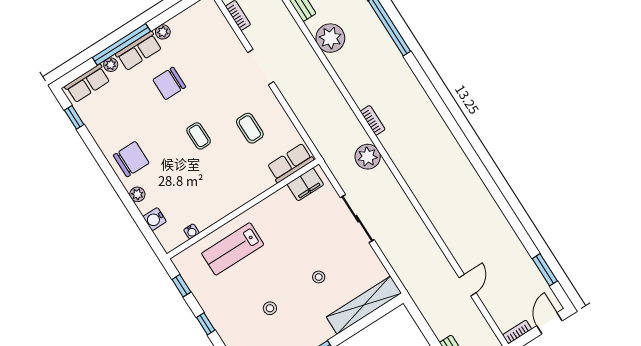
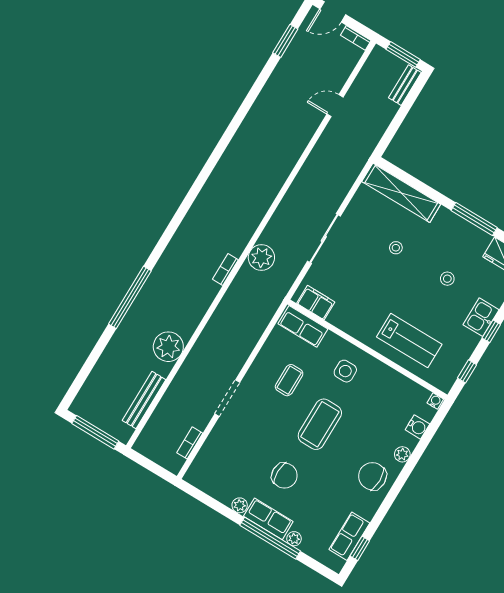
row of seats: (87, 83) -> (349, 536), moved, turned -90
coffee table: (199, 136) -> (320, 424), width x1.86, depth x1.72
side table: (234, 181) -> (345, 371), added
water cooler: (191, 231) -> (435, 401), moved
kitchen sink: (222, 321) -> (481, 317), added

